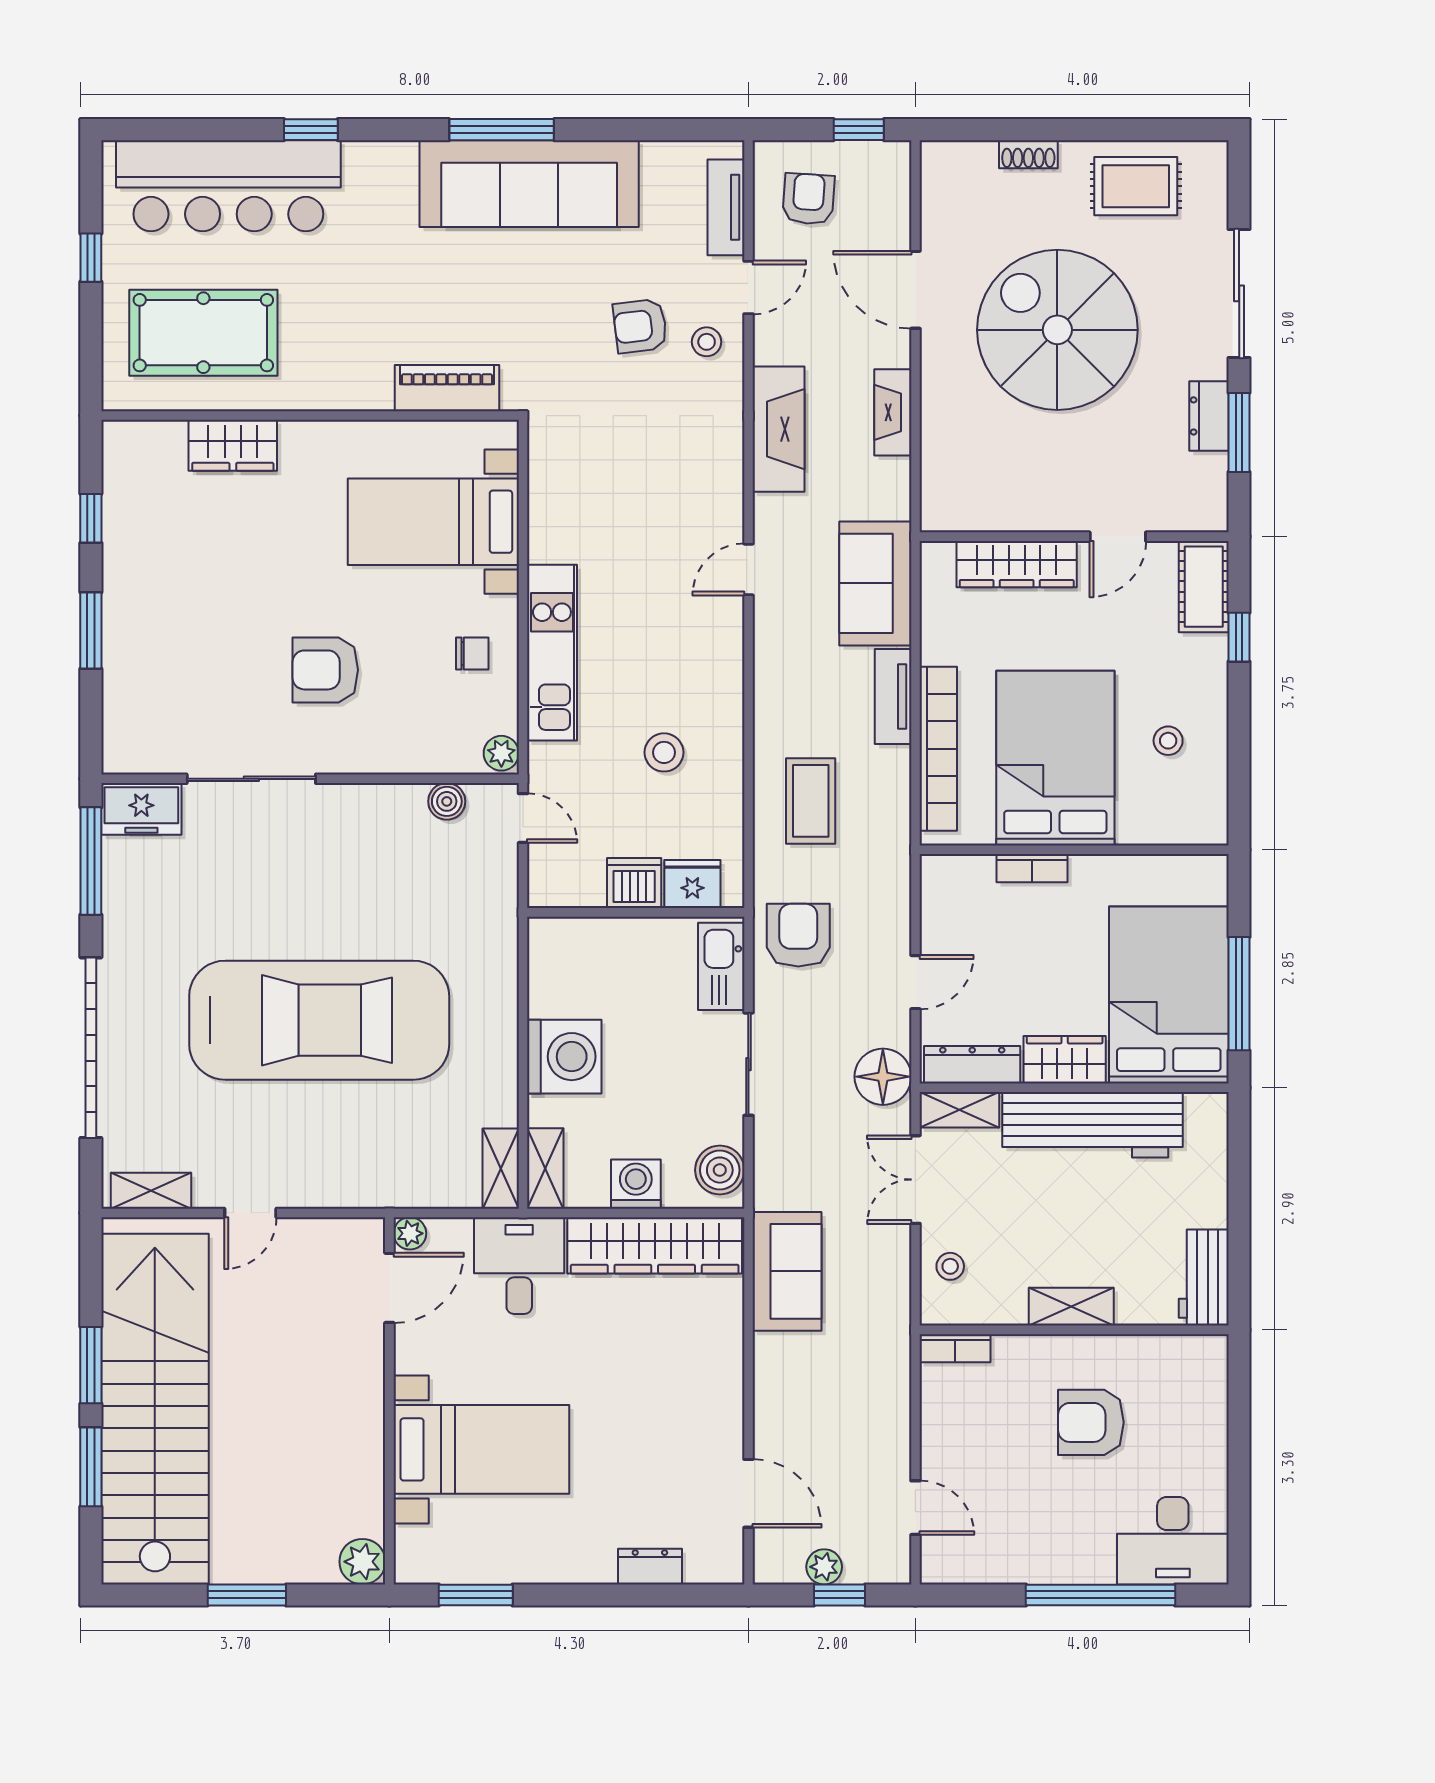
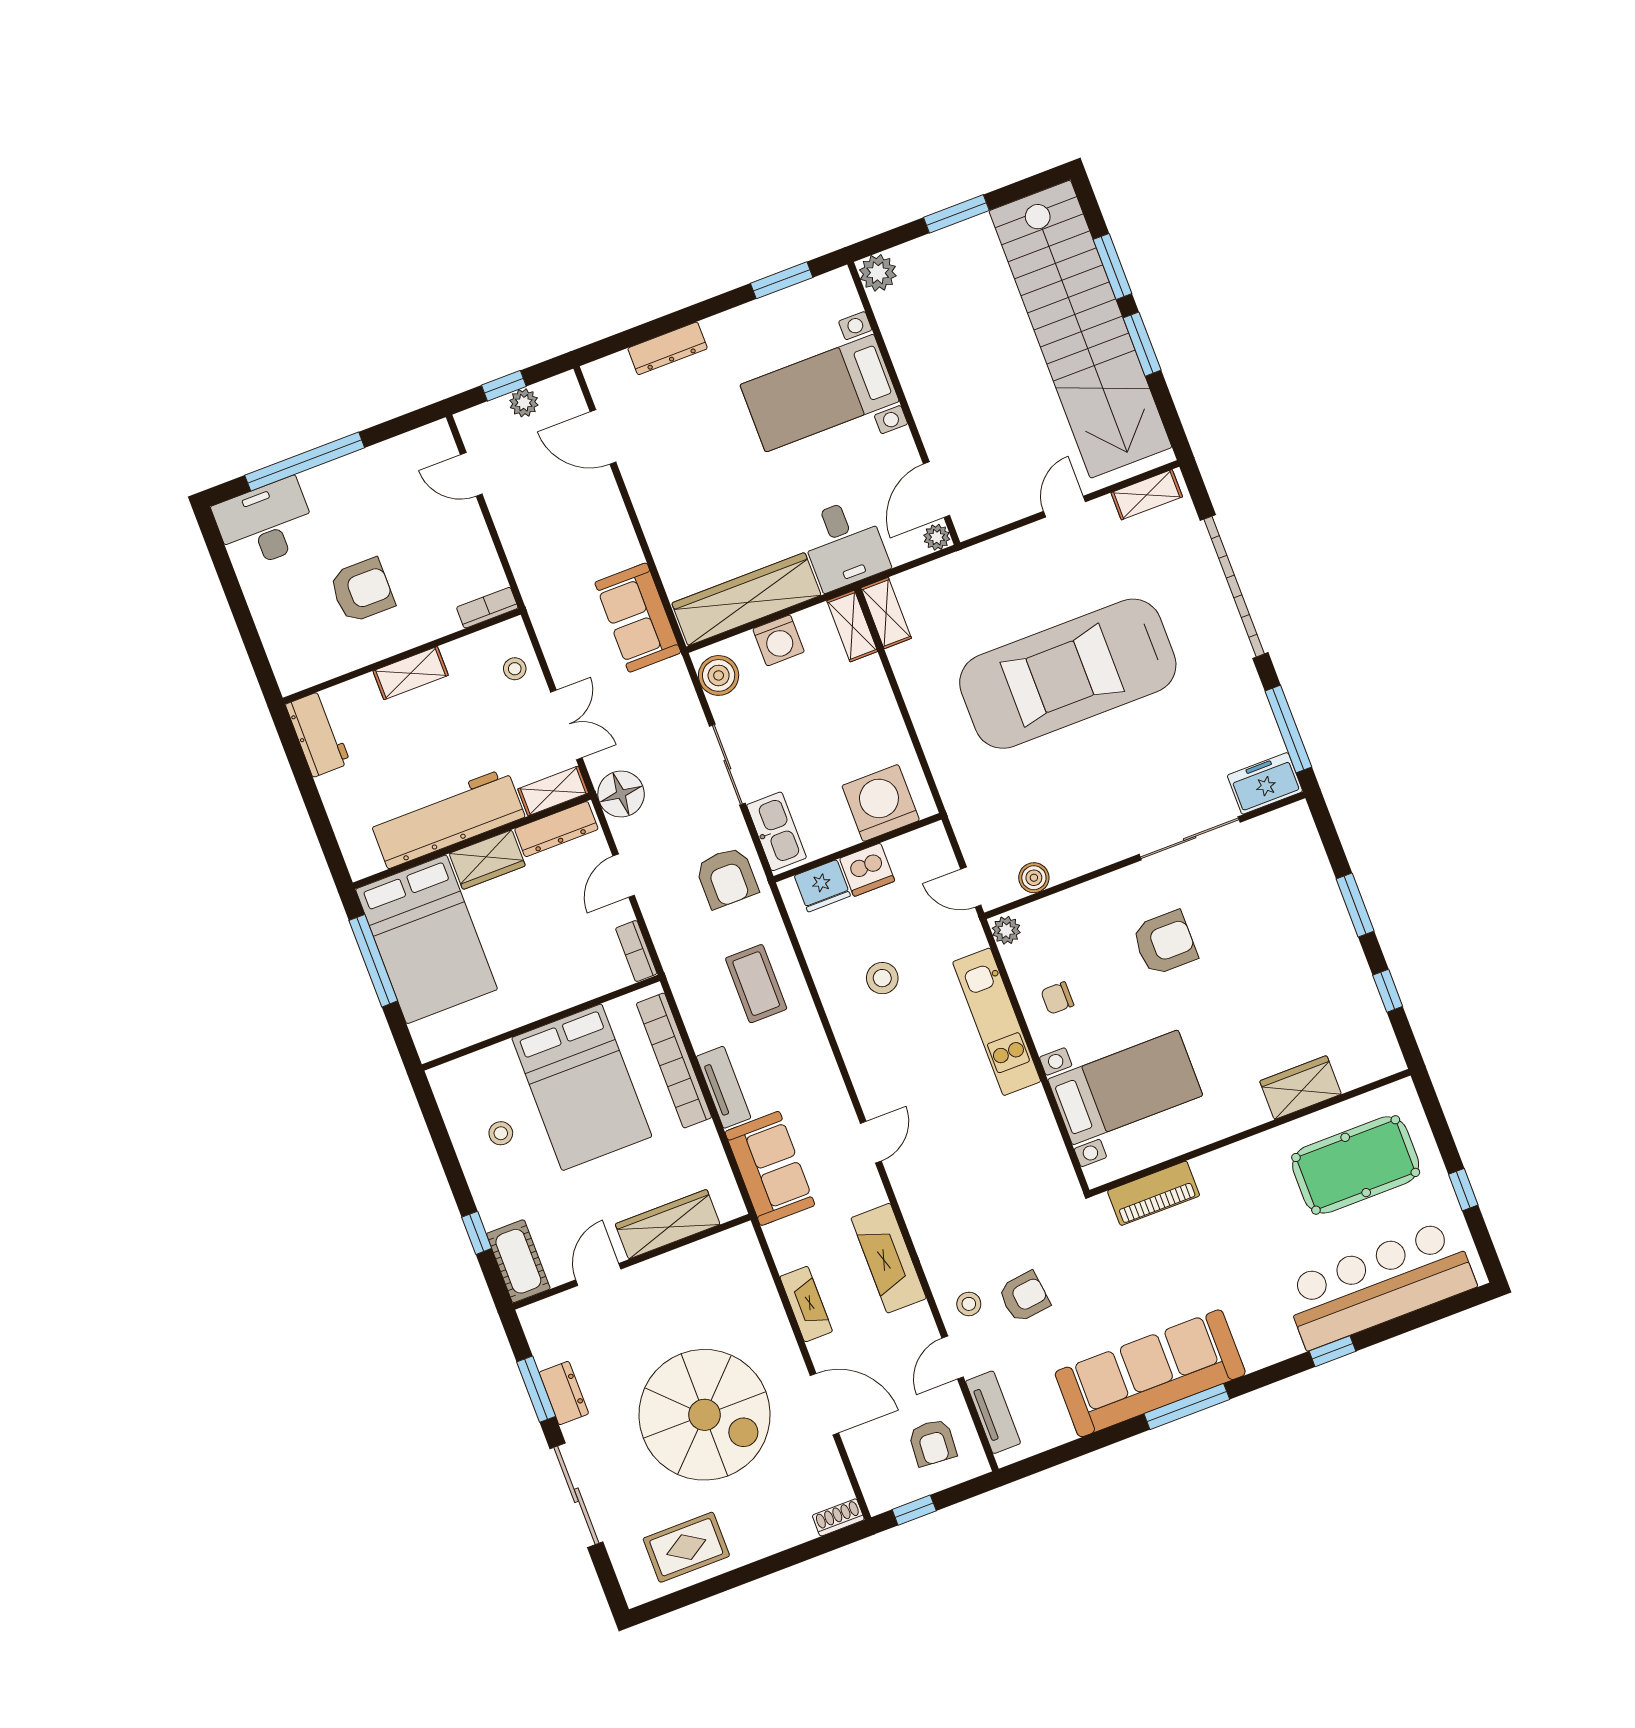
shoe rack: (1028, 154) -> (838, 1517), moved
bookcase: (1032, 868) -> (636, 951), moved, turned -90
washing machine: (564, 1057) -> (881, 803), moved, turned 90
dresser: (650, 1567) -> (668, 348), width x1.44

